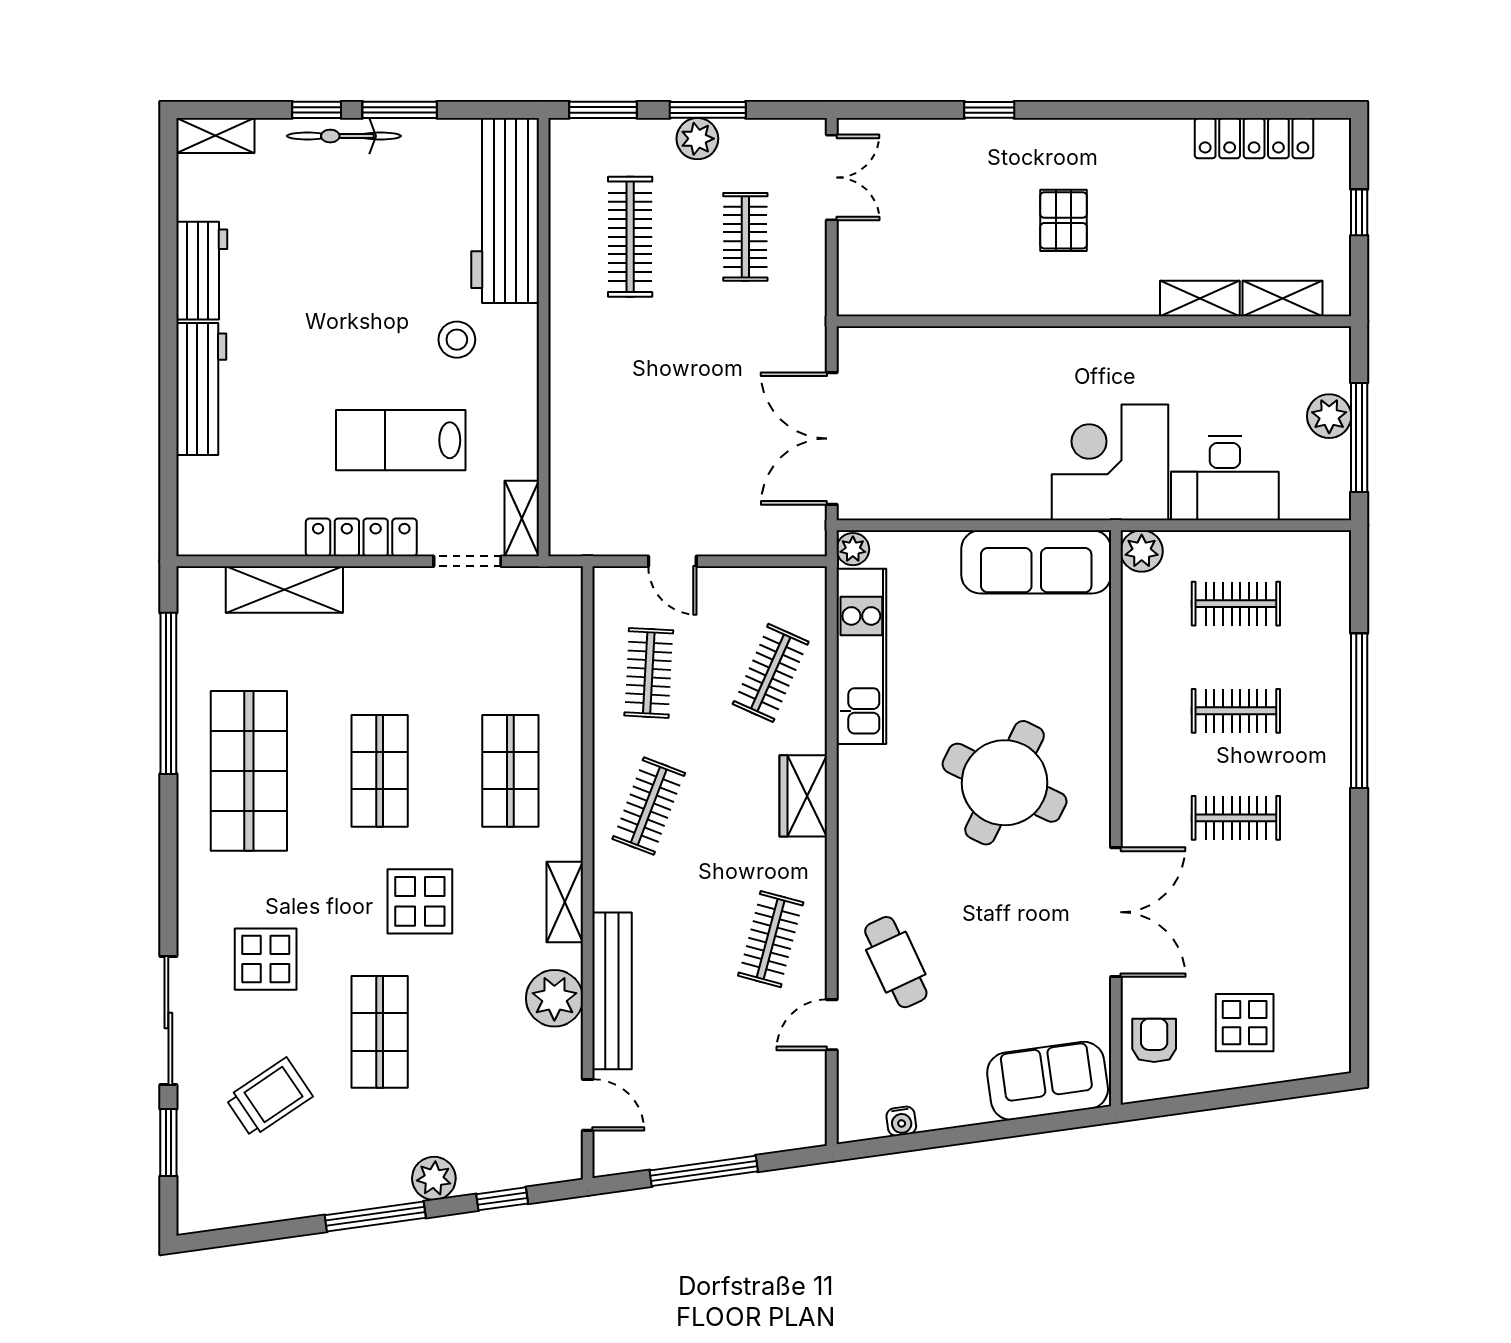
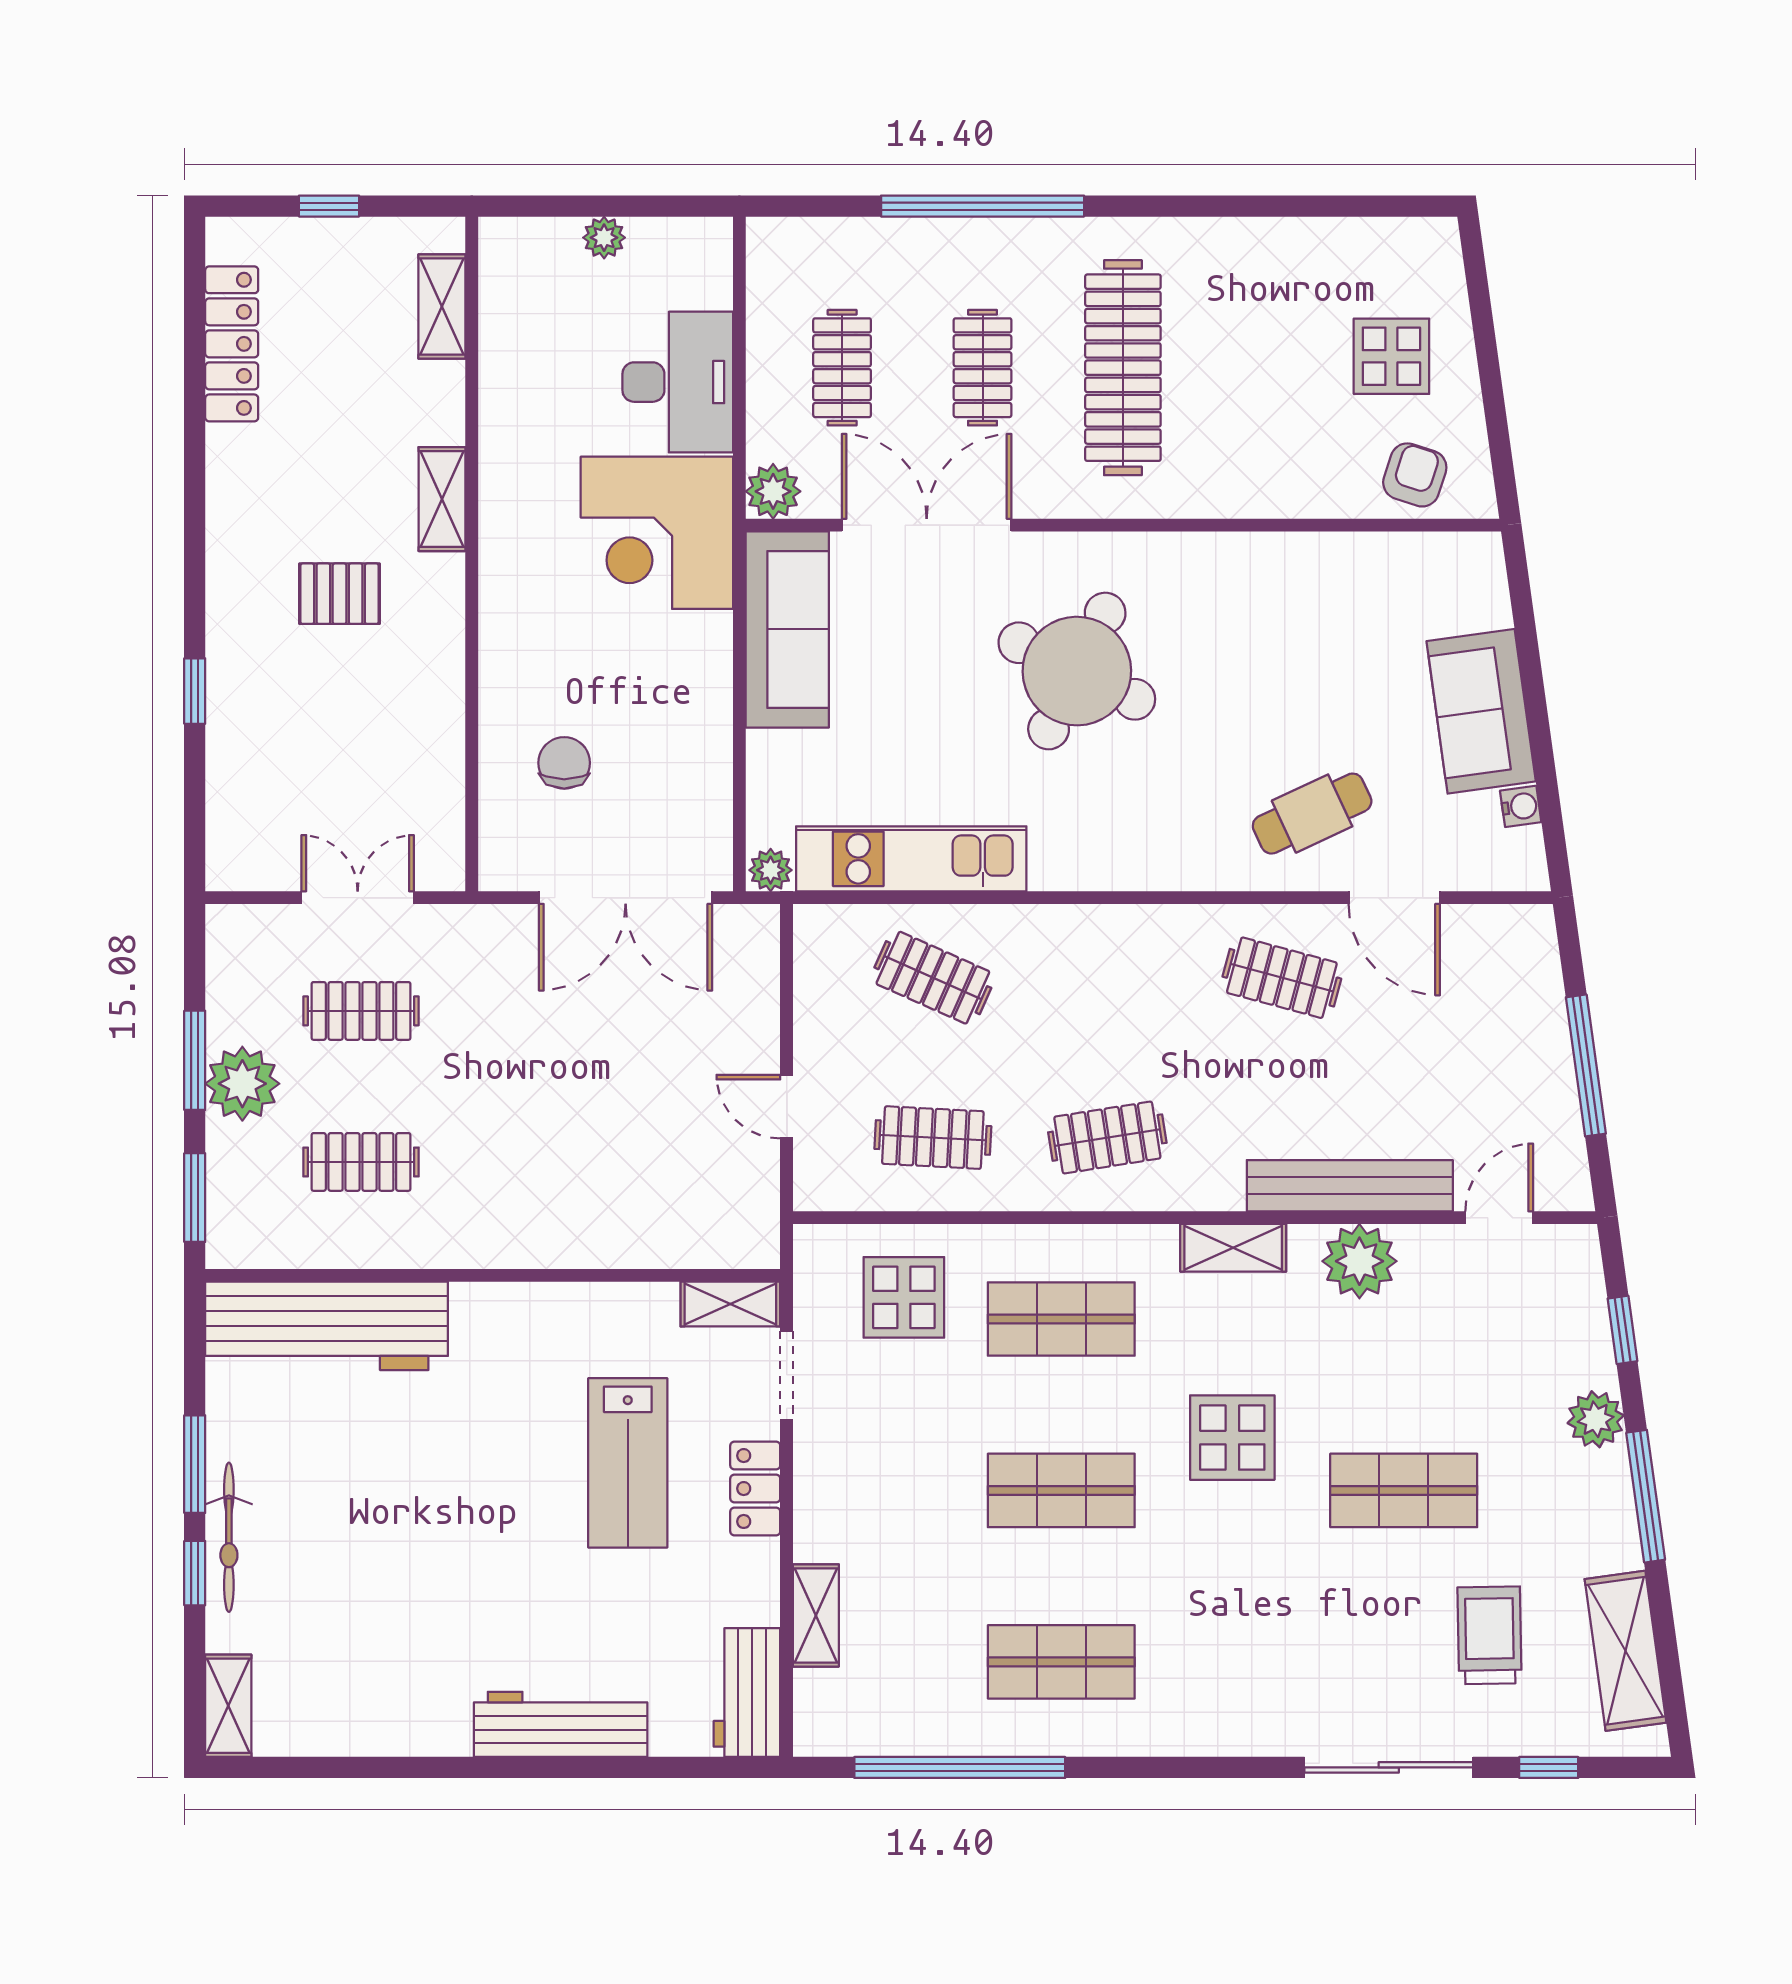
plant: (697, 139) -> (242, 1084), width x1.36, depth x1.36
double door: (832, 177) -> (358, 898), moved
clothes rail: (630, 237) -> (361, 1162), width x0.73
workbench: (202, 271) -> (747, 1693), moved, turned -90
shelving: (1200, 299) -> (442, 499), moved
stool: (457, 340) -> (496, 1389), removed
chair: (934, 392) -> (564, 763), added
plant: (1329, 416) -> (604, 238), width x0.73, depth x0.73
window: (1359, 438) -> (624, 206), removed
locker: (361, 537) -> (755, 1489), width x0.66
door: (672, 561) -> (787, 1107), swing flipped
shelving: (284, 589) -> (816, 1615), width x0.67, depth x0.75
shop shelf: (249, 771) -> (1061, 1662), width x0.70, depth x0.74
wardrobe: (803, 796) -> (1094, 935), removed
clothes rail: (649, 806) -> (1107, 1138), turned -30
clothes rail: (1236, 818) -> (1123, 368), width x1.86, depth x1.31
double door: (1116, 912) -> (927, 525), moved
display table: (266, 959) -> (904, 1297), moved
door: (832, 1025) -> (1394, 898), width x1.38
armchair: (1154, 1040) -> (1415, 475), turned 108
sofa: (1048, 1081) -> (1481, 711), moved
trolley: (269, 1097) -> (1489, 1635), turned 33
window: (168, 1143) -> (1549, 1767), width x0.67
shelving: (257, 1201) -> (1626, 1651), added

